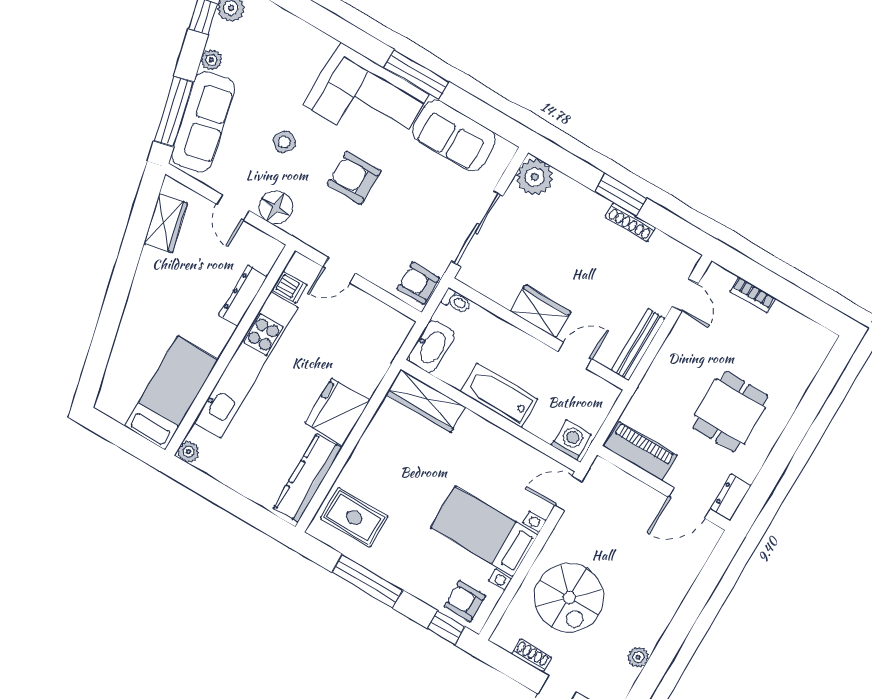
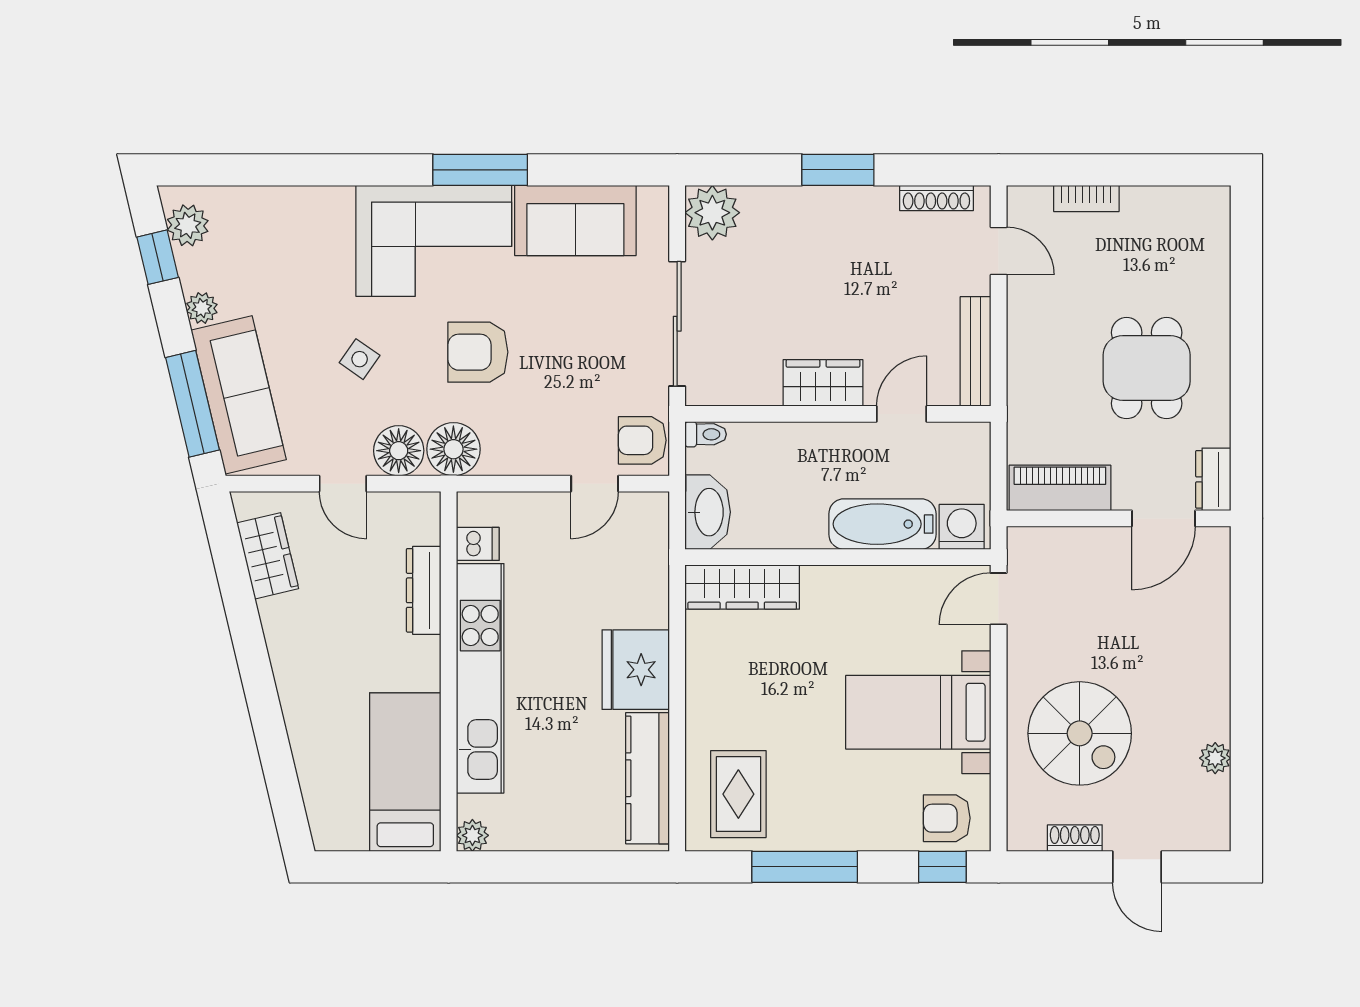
shoe rack: (630, 222) -> (936, 198), moved
floor lamp: (307, 225) -> (453, 449), added
door: (339, 270) -> (595, 484), moved
bathtub: (499, 395) -> (882, 524), moved
rug: (354, 517) -> (738, 794), turned 90

